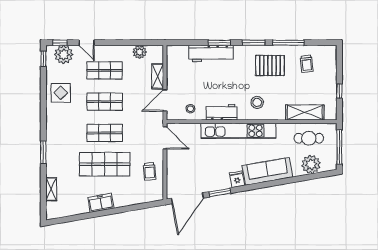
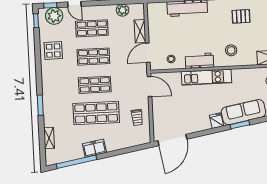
pallet: (270, 66) -> (241, 16), width x0.67, depth x0.71
kitchen unit: (238, 131) -> (206, 77), width x0.73
window: (220, 193) -> (240, 125), moved
window: (80, 217) -> (76, 162), added

